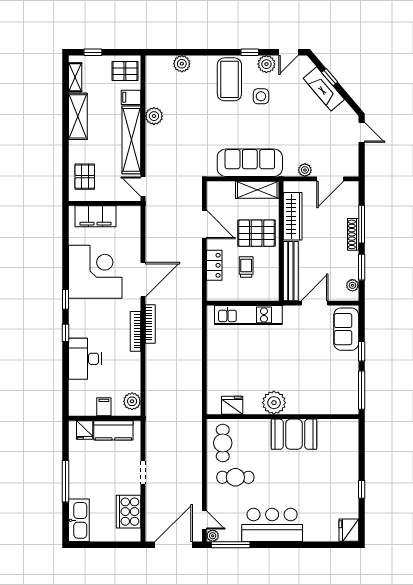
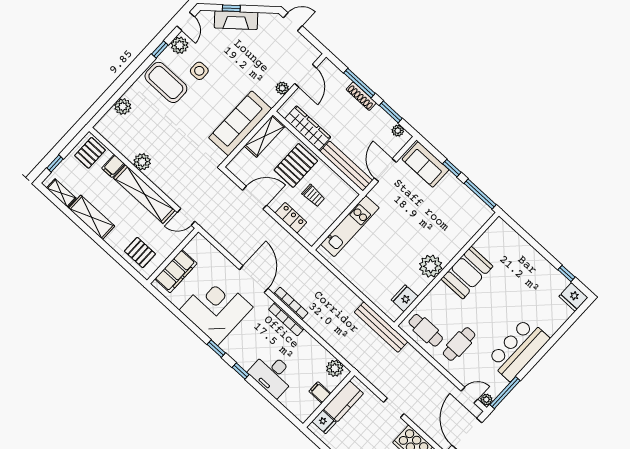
trolley: (246, 267) -> (313, 196), turned 180
bench: (195, 407) -> (381, 327), added
window: (362, 489) -> (566, 273), moved

